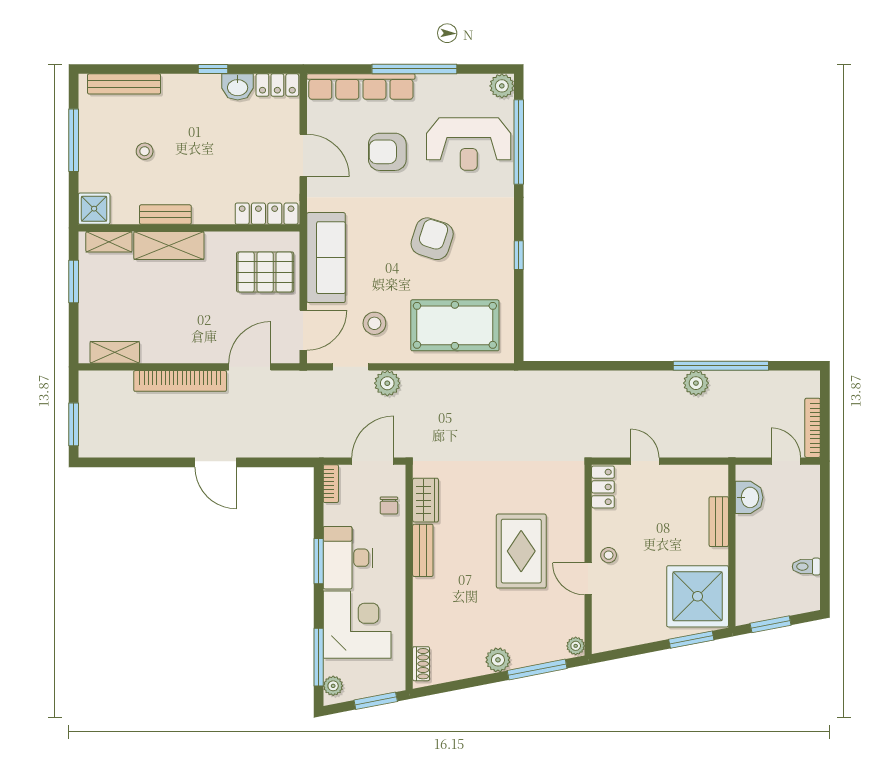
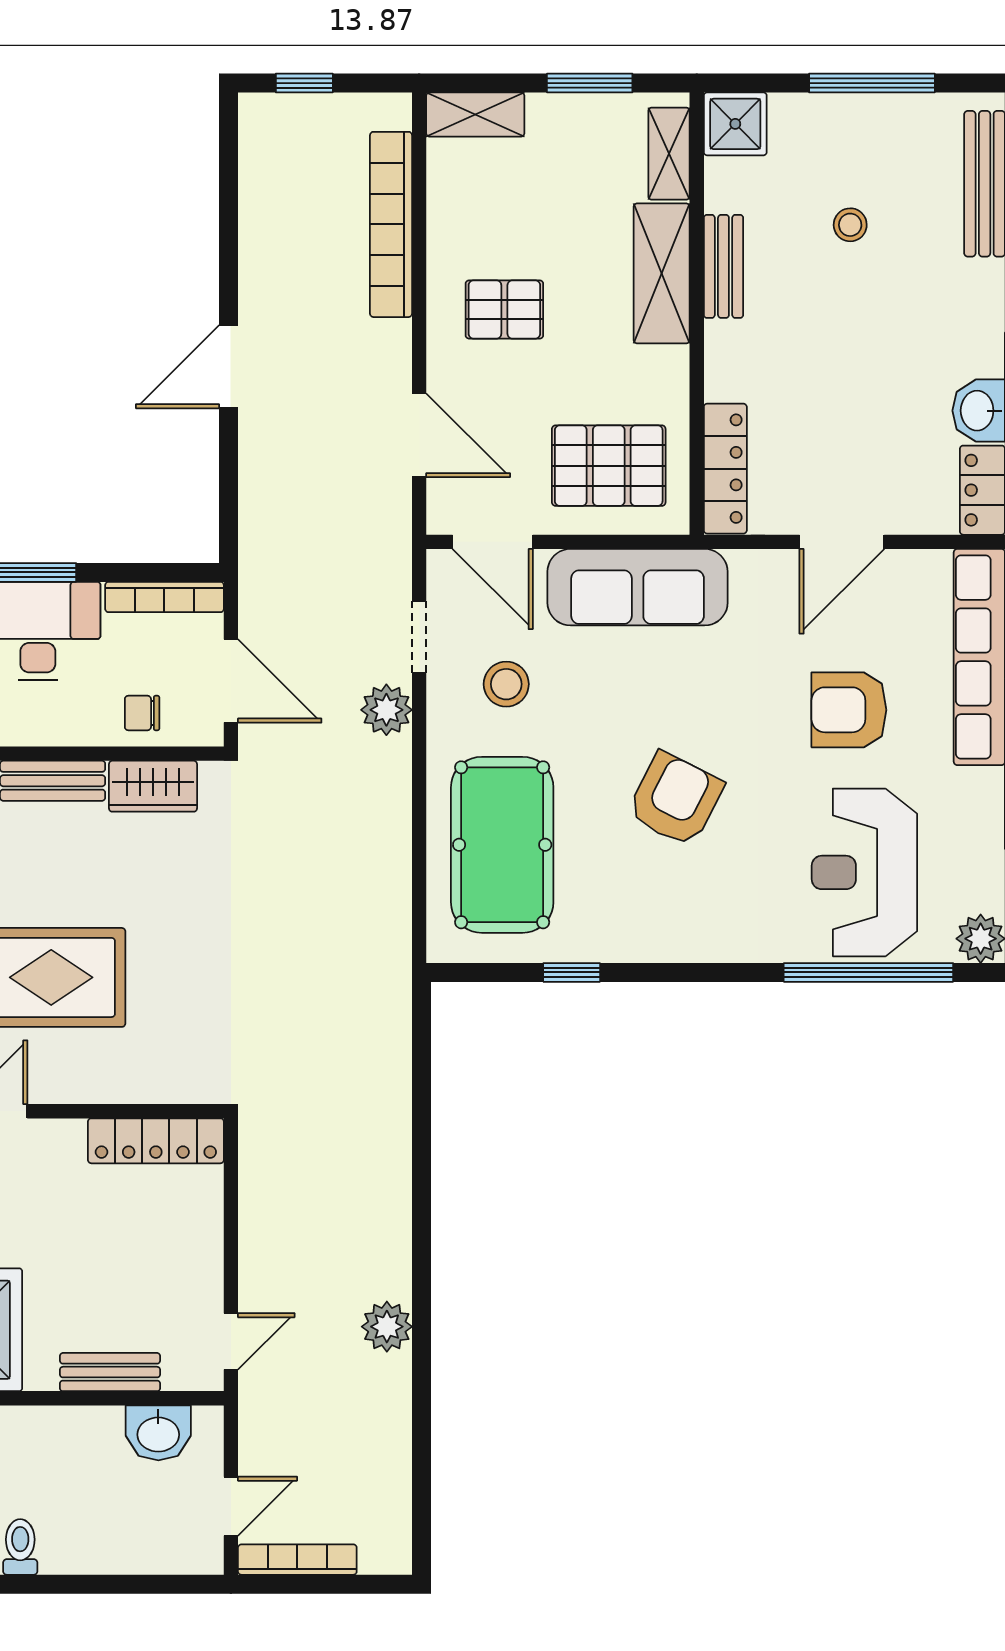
armchair: (387, 152) -> (849, 710), turned -90
armchair: (432, 239) -> (675, 799), turned -81
window: (519, 255) -> (572, 972), moved
pallet: (265, 272) -> (609, 466), turned 90
pallet: (187, 324) -> (504, 309), added
shelving: (115, 352) -> (475, 115), moved, turned 90
window: (721, 366) -> (421, 1376), removed
bookcase: (180, 381) -> (391, 224), moved
window: (74, 424) -> (304, 83), width x0.67
door: (645, 461) -> (231, 1341), moved
bookcase: (331, 484) -> (164, 597), width x1.56
locker: (603, 487) -> (156, 1141), width x1.53
stool: (609, 555) -> (43, 1152), removed

